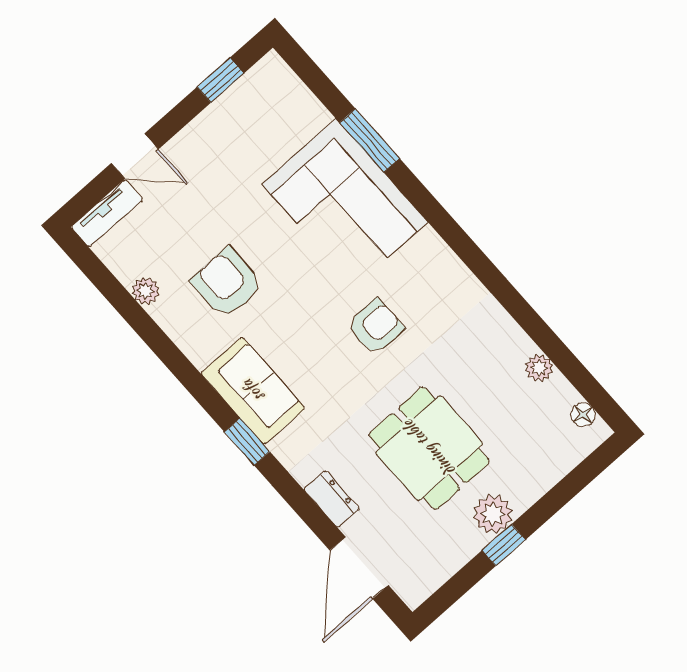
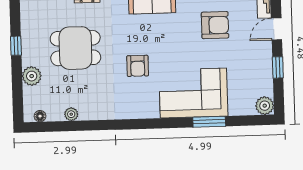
plant: (271, 74) -> (265, 106), added
window: (220, 80) -> (278, 67), moved
armchair: (227, 283) -> (215, 25), moved
plant: (493, 514) -> (32, 76), moved

